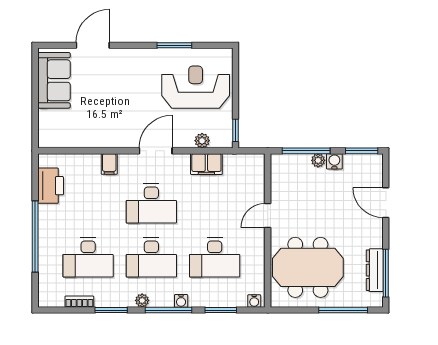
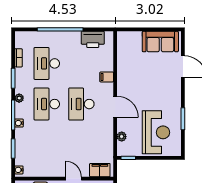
filing cabinet: (206, 164) -> (100, 170), moved, turned 90
desk: (215, 257) -> (47, 145), removed

